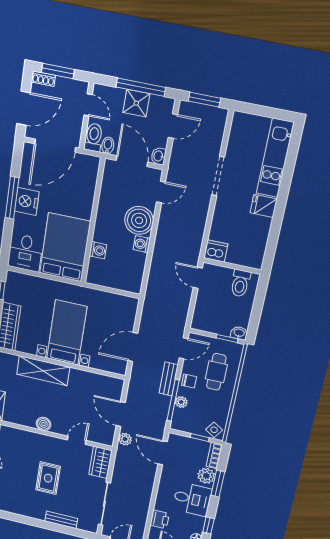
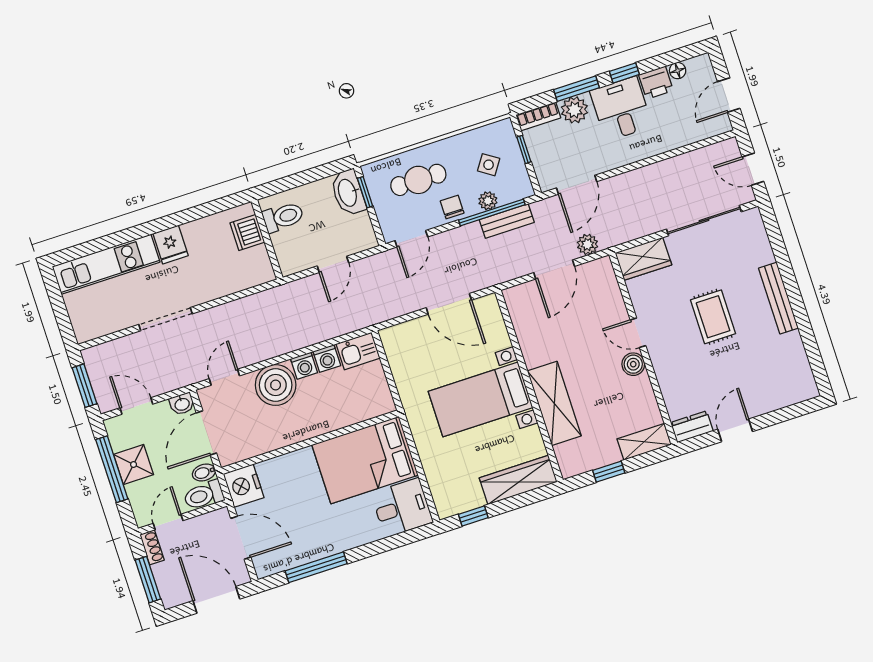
shoe rack: (43, 79) -> (152, 547), moved
door: (55, 146) -> (241, 538), width x0.73
door: (161, 192) -> (224, 377), hinge flipped
window: (12, 198) -> (316, 567), moved
nightstand: (27, 201) -> (244, 486), moved, turned 90
washing machine: (98, 250) -> (327, 359), moved, turned 180
dishwasher: (216, 251) -> (247, 233), moved
door: (198, 278) -> (333, 264), moved
kitchen sink: (133, 280) -> (358, 351), added
washbasin: (239, 333) -> (348, 193), width x1.91, depth x1.45
door: (184, 348) -> (411, 239), swing flipped
bench: (169, 379) -> (507, 221), moved
side table: (214, 430) -> (489, 165), moved
door: (77, 440) -> (638, 333), moved
rug: (48, 478) -> (713, 317), turned 90
printer: (160, 519) -> (656, 83), moved, turned 180
bench: (61, 520) -> (778, 298), moved, width x1.36
window: (208, 525) -> (624, 73), moved

